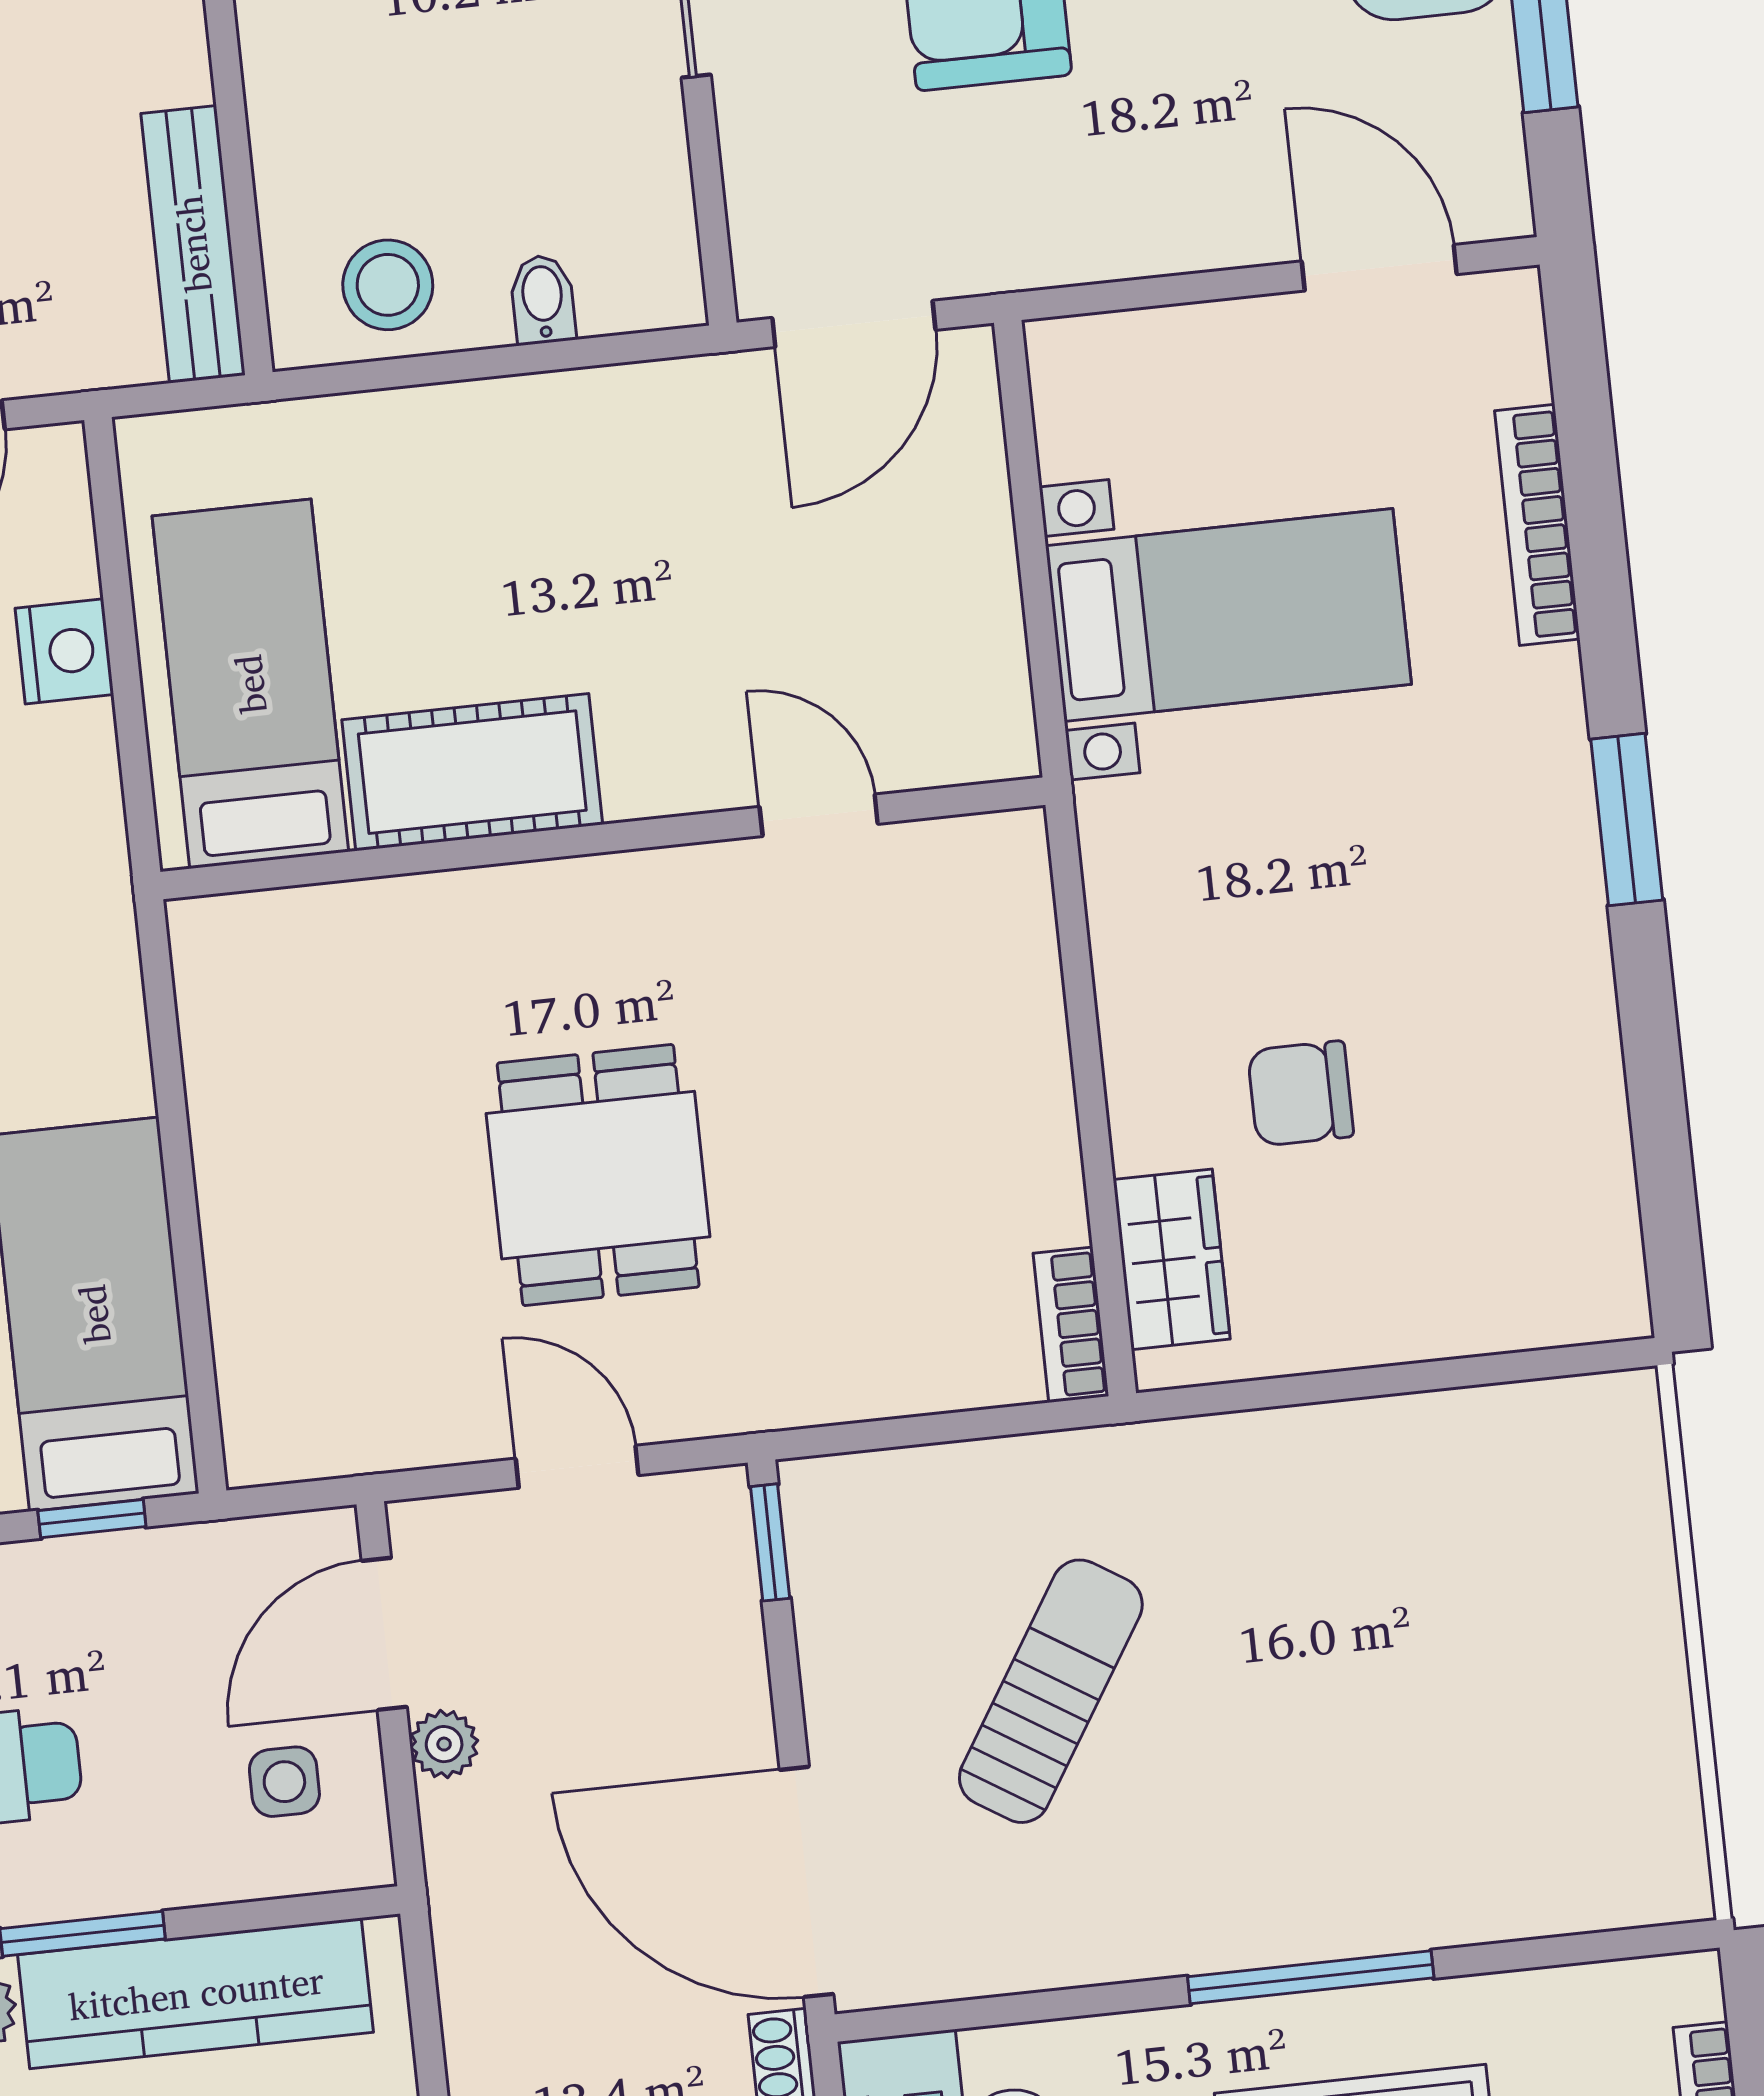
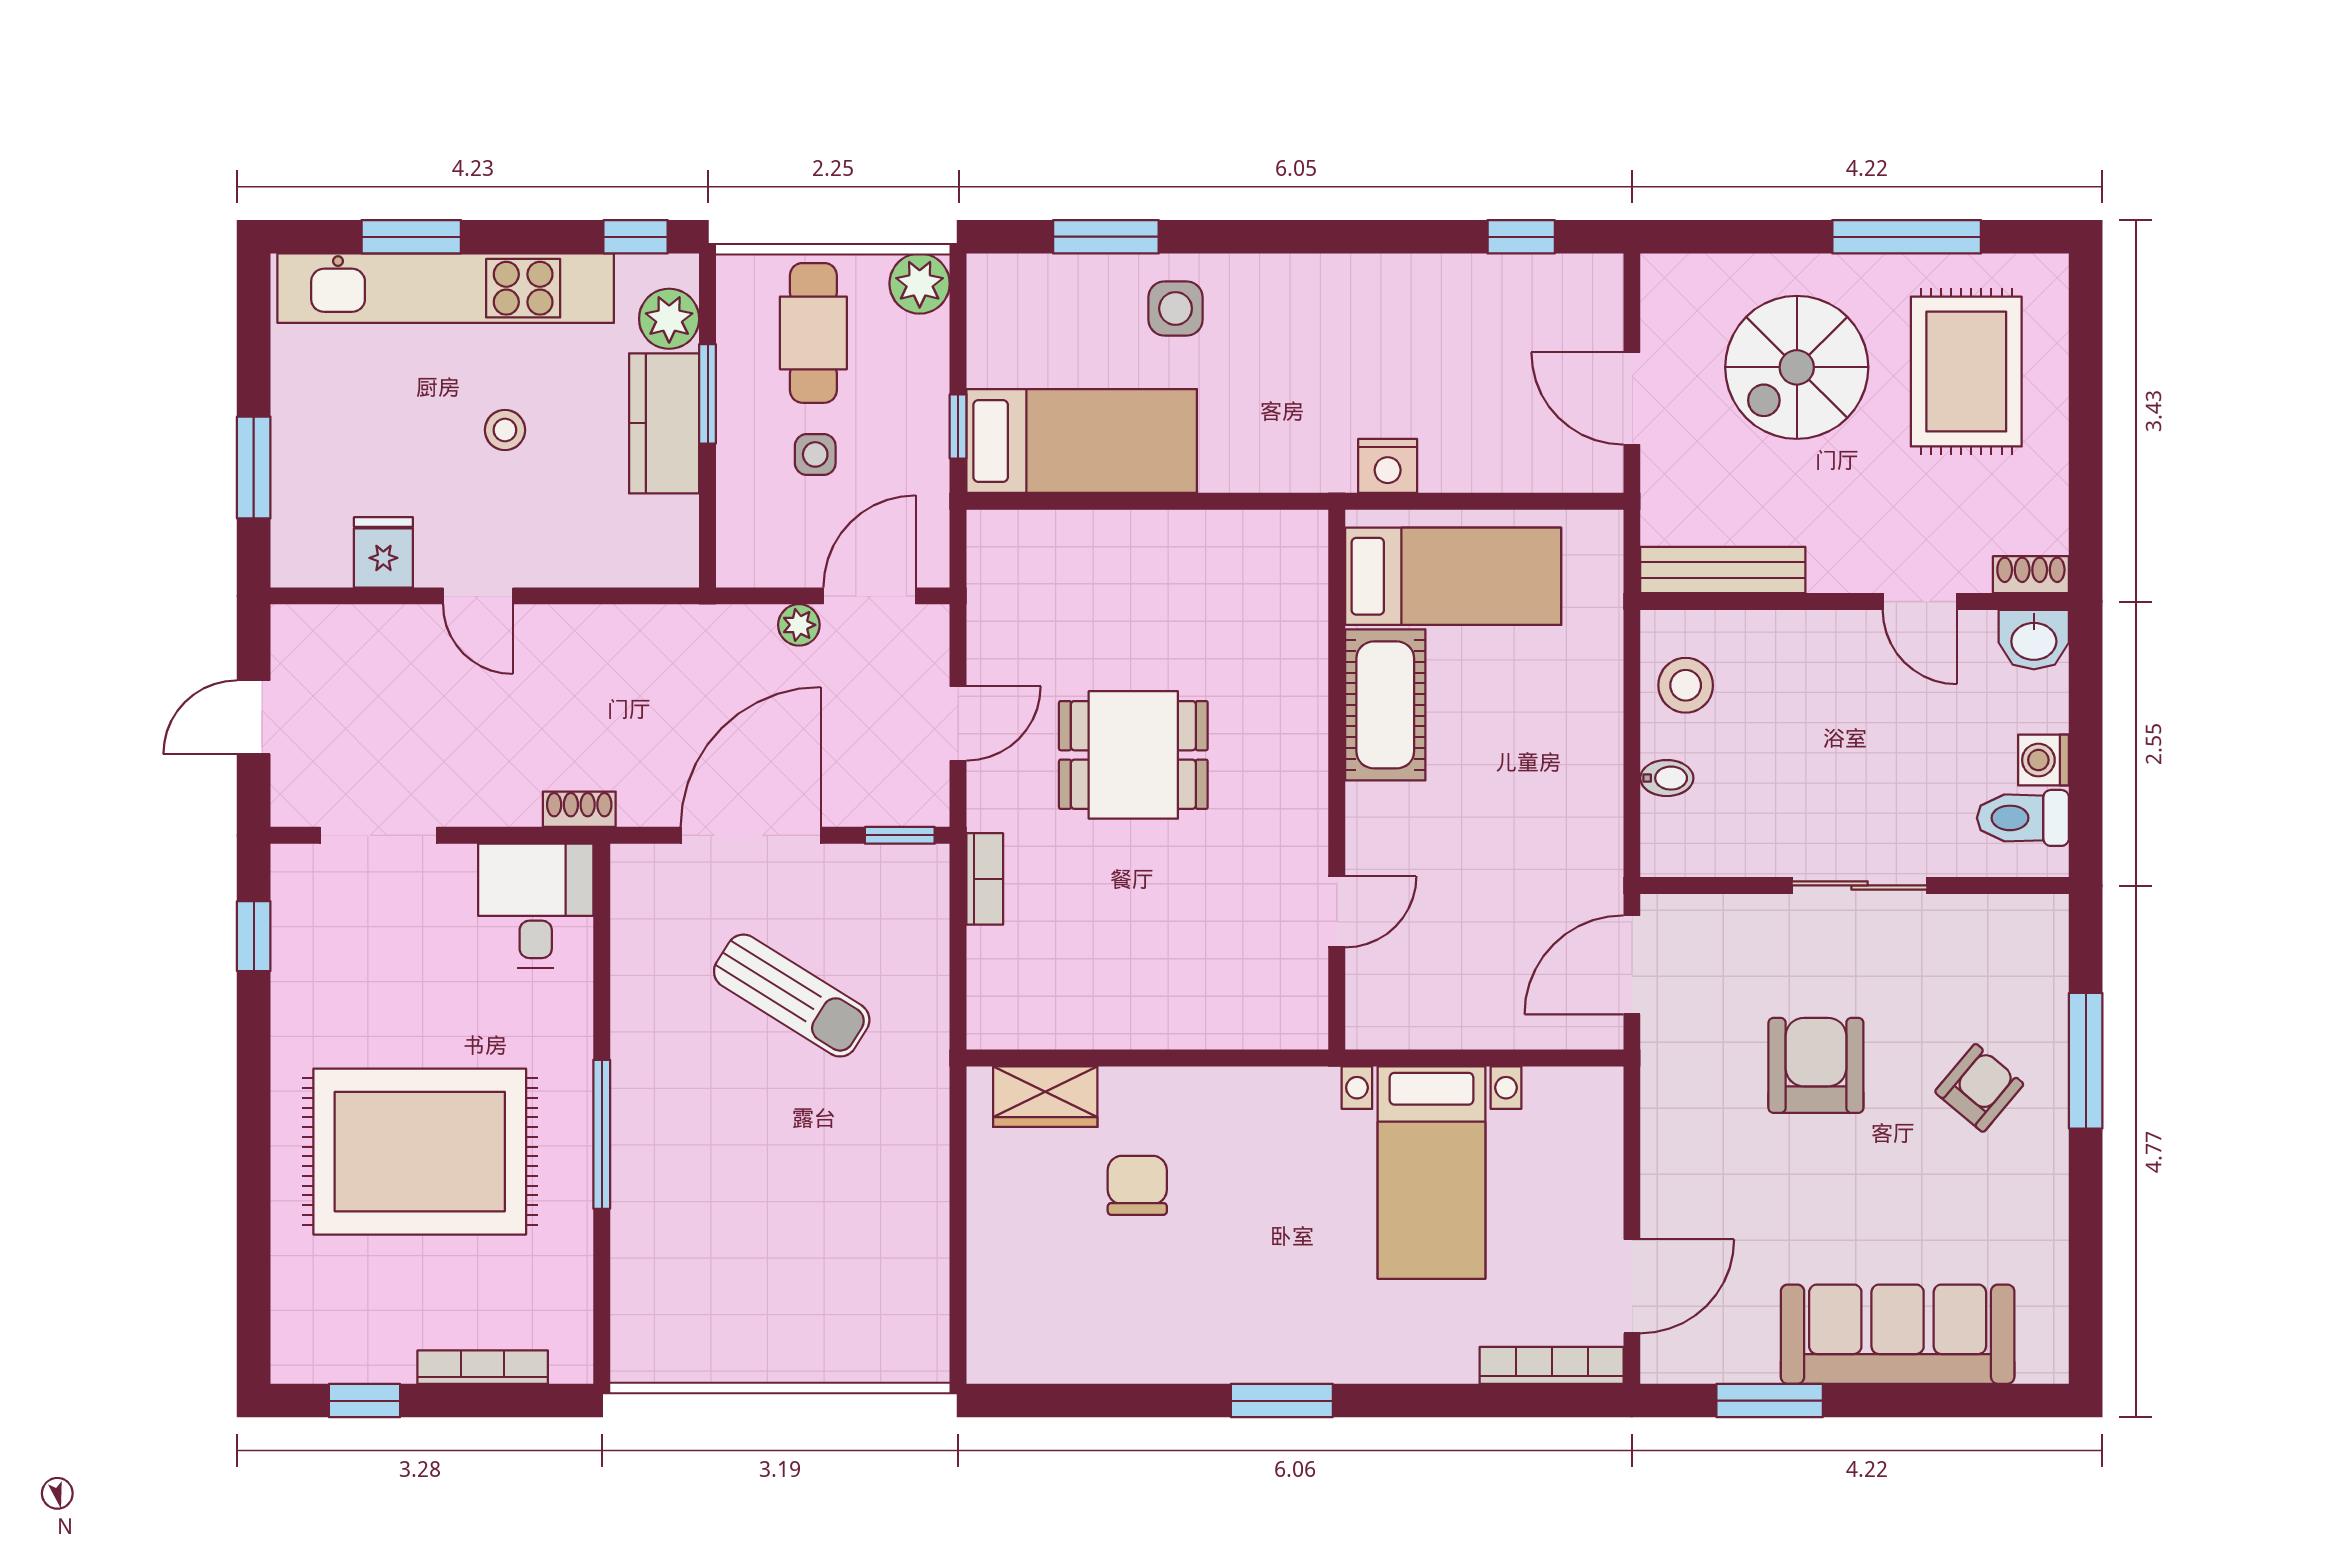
door: (854, 324) -> (1632, 965), hinge flipped
bookcase: (1537, 525) -> (1552, 1365), moved
nightstand: (64, 651) -> (1388, 466), moved
bookcase: (1071, 1325) -> (985, 879), moved, turned 90
door: (384, 1634) -> (869, 596), hinge flipped
side table: (284, 1782) -> (815, 454), moved
door: (806, 1882) -> (751, 835), moved
kitchen counter: (196, 1993) -> (664, 423), width x0.67

